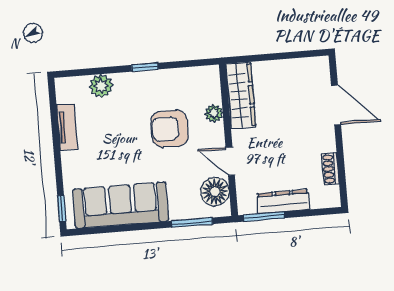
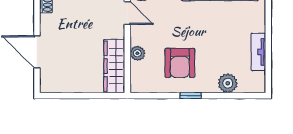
armchair: (170, 129) -> (180, 63), moved, turned 90

